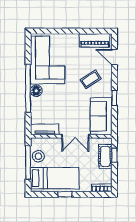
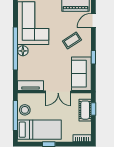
door: (114, 57) -> (93, 20), hinge flipped

